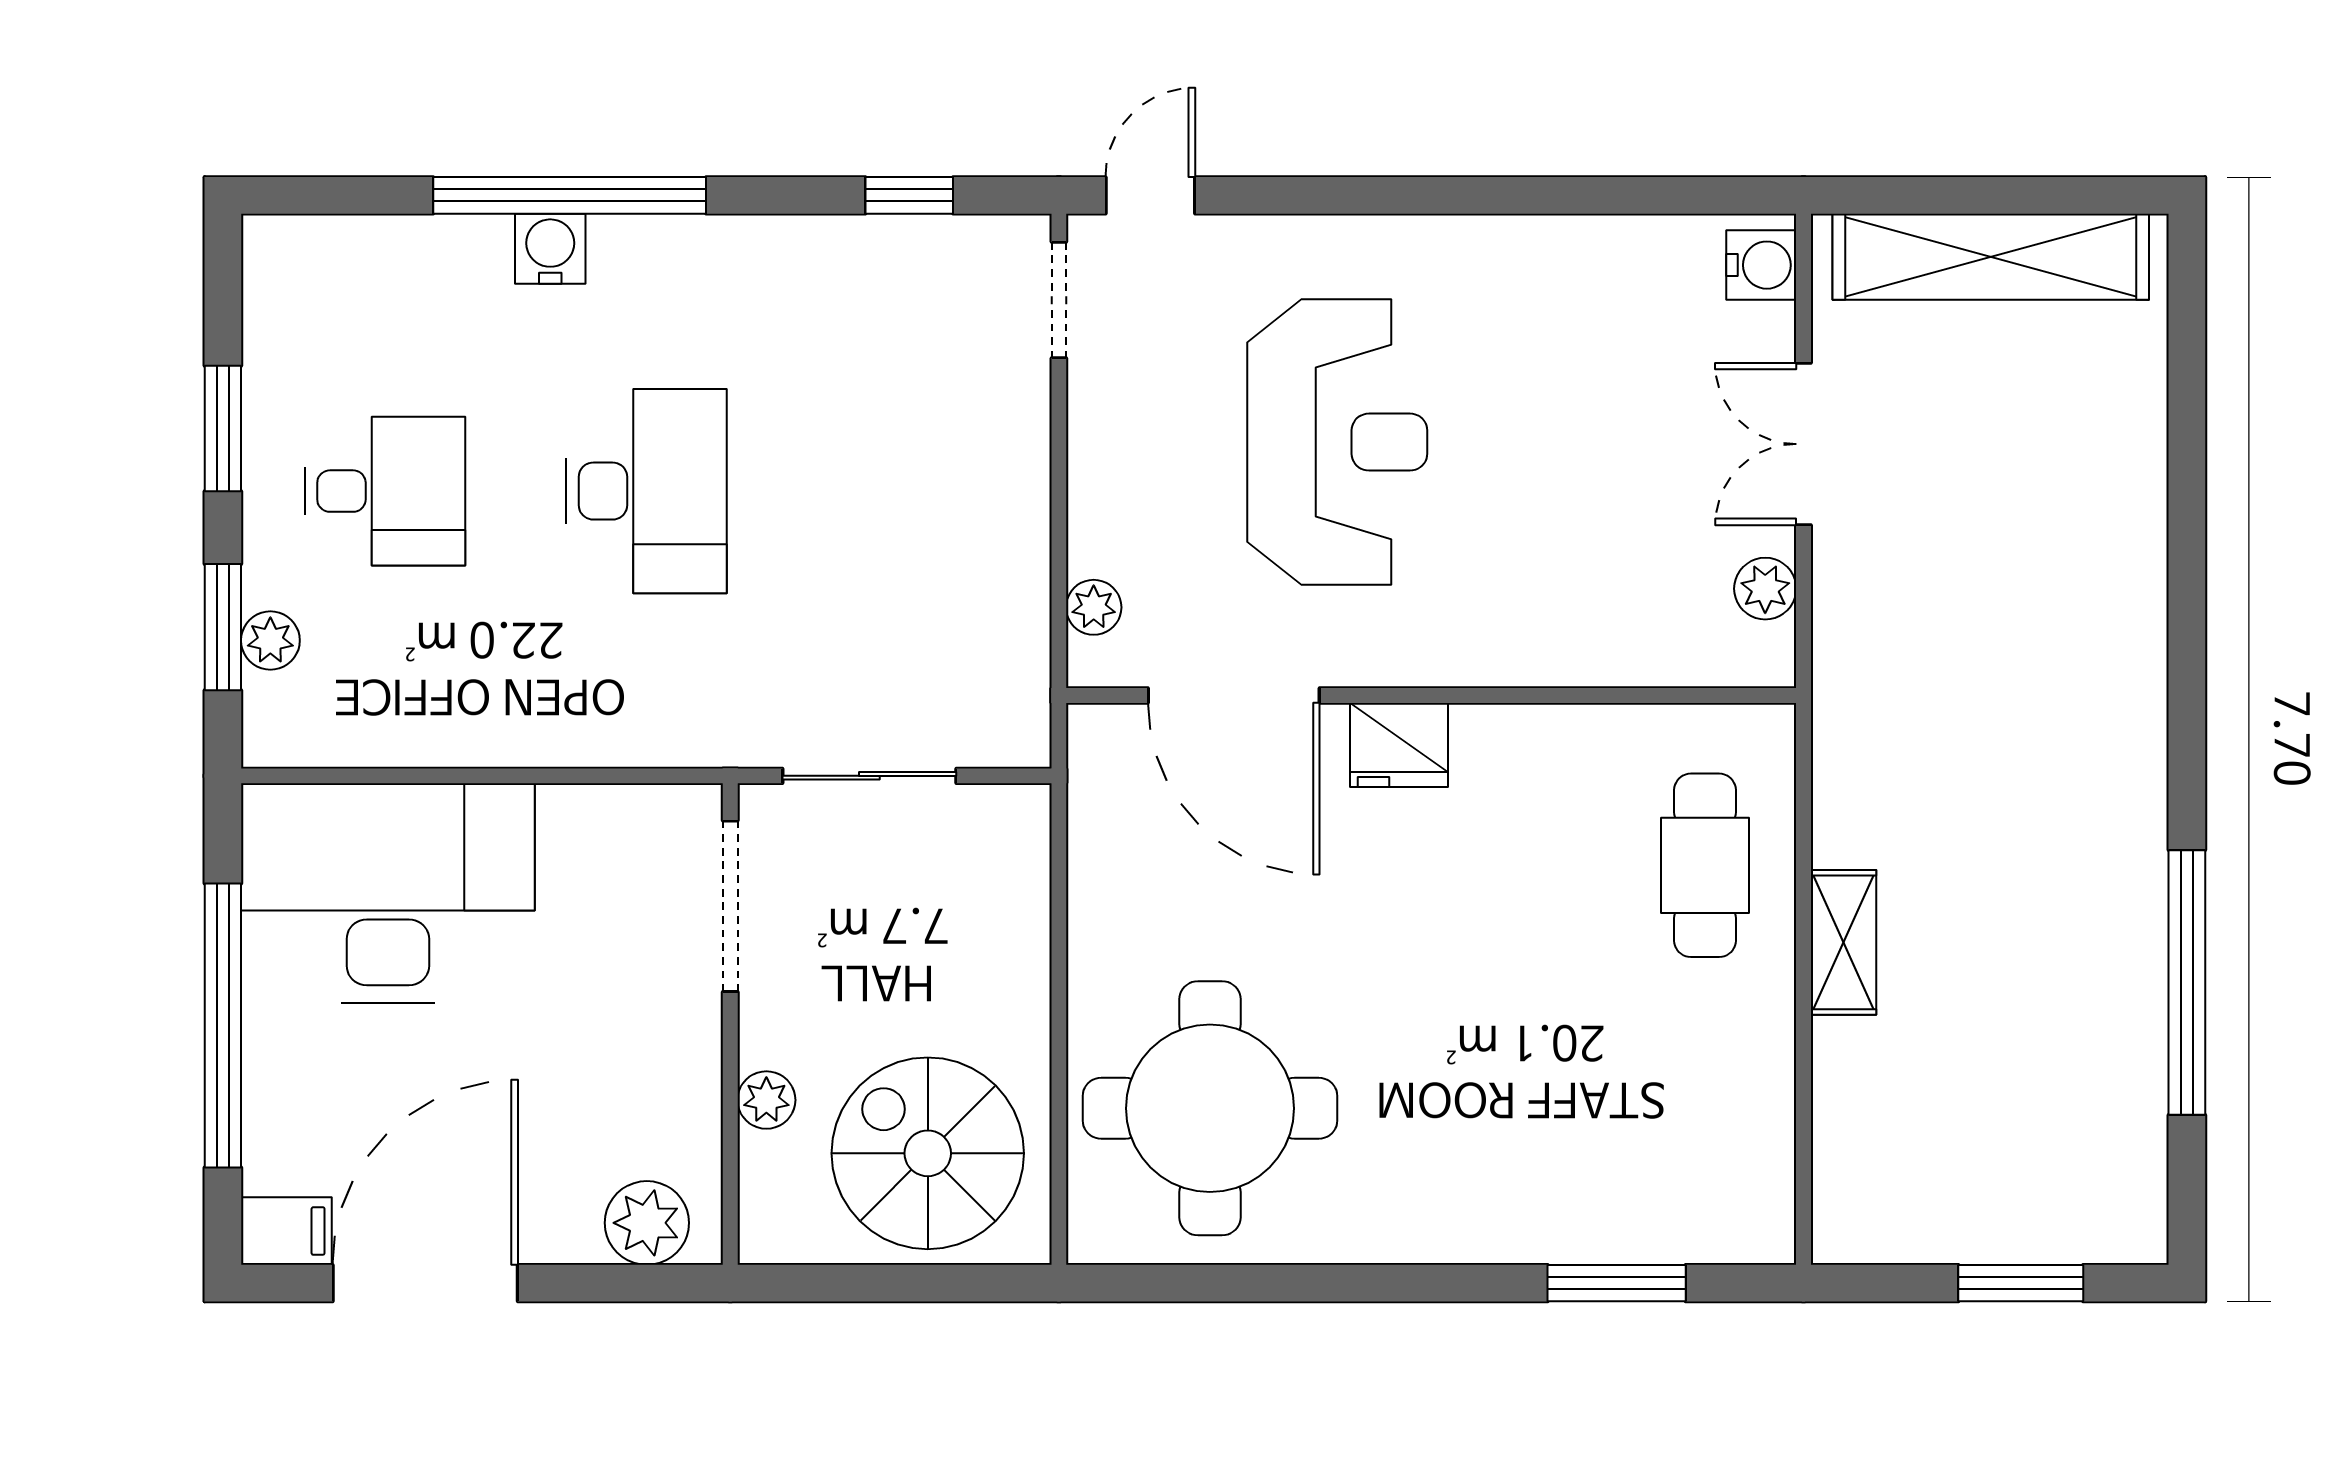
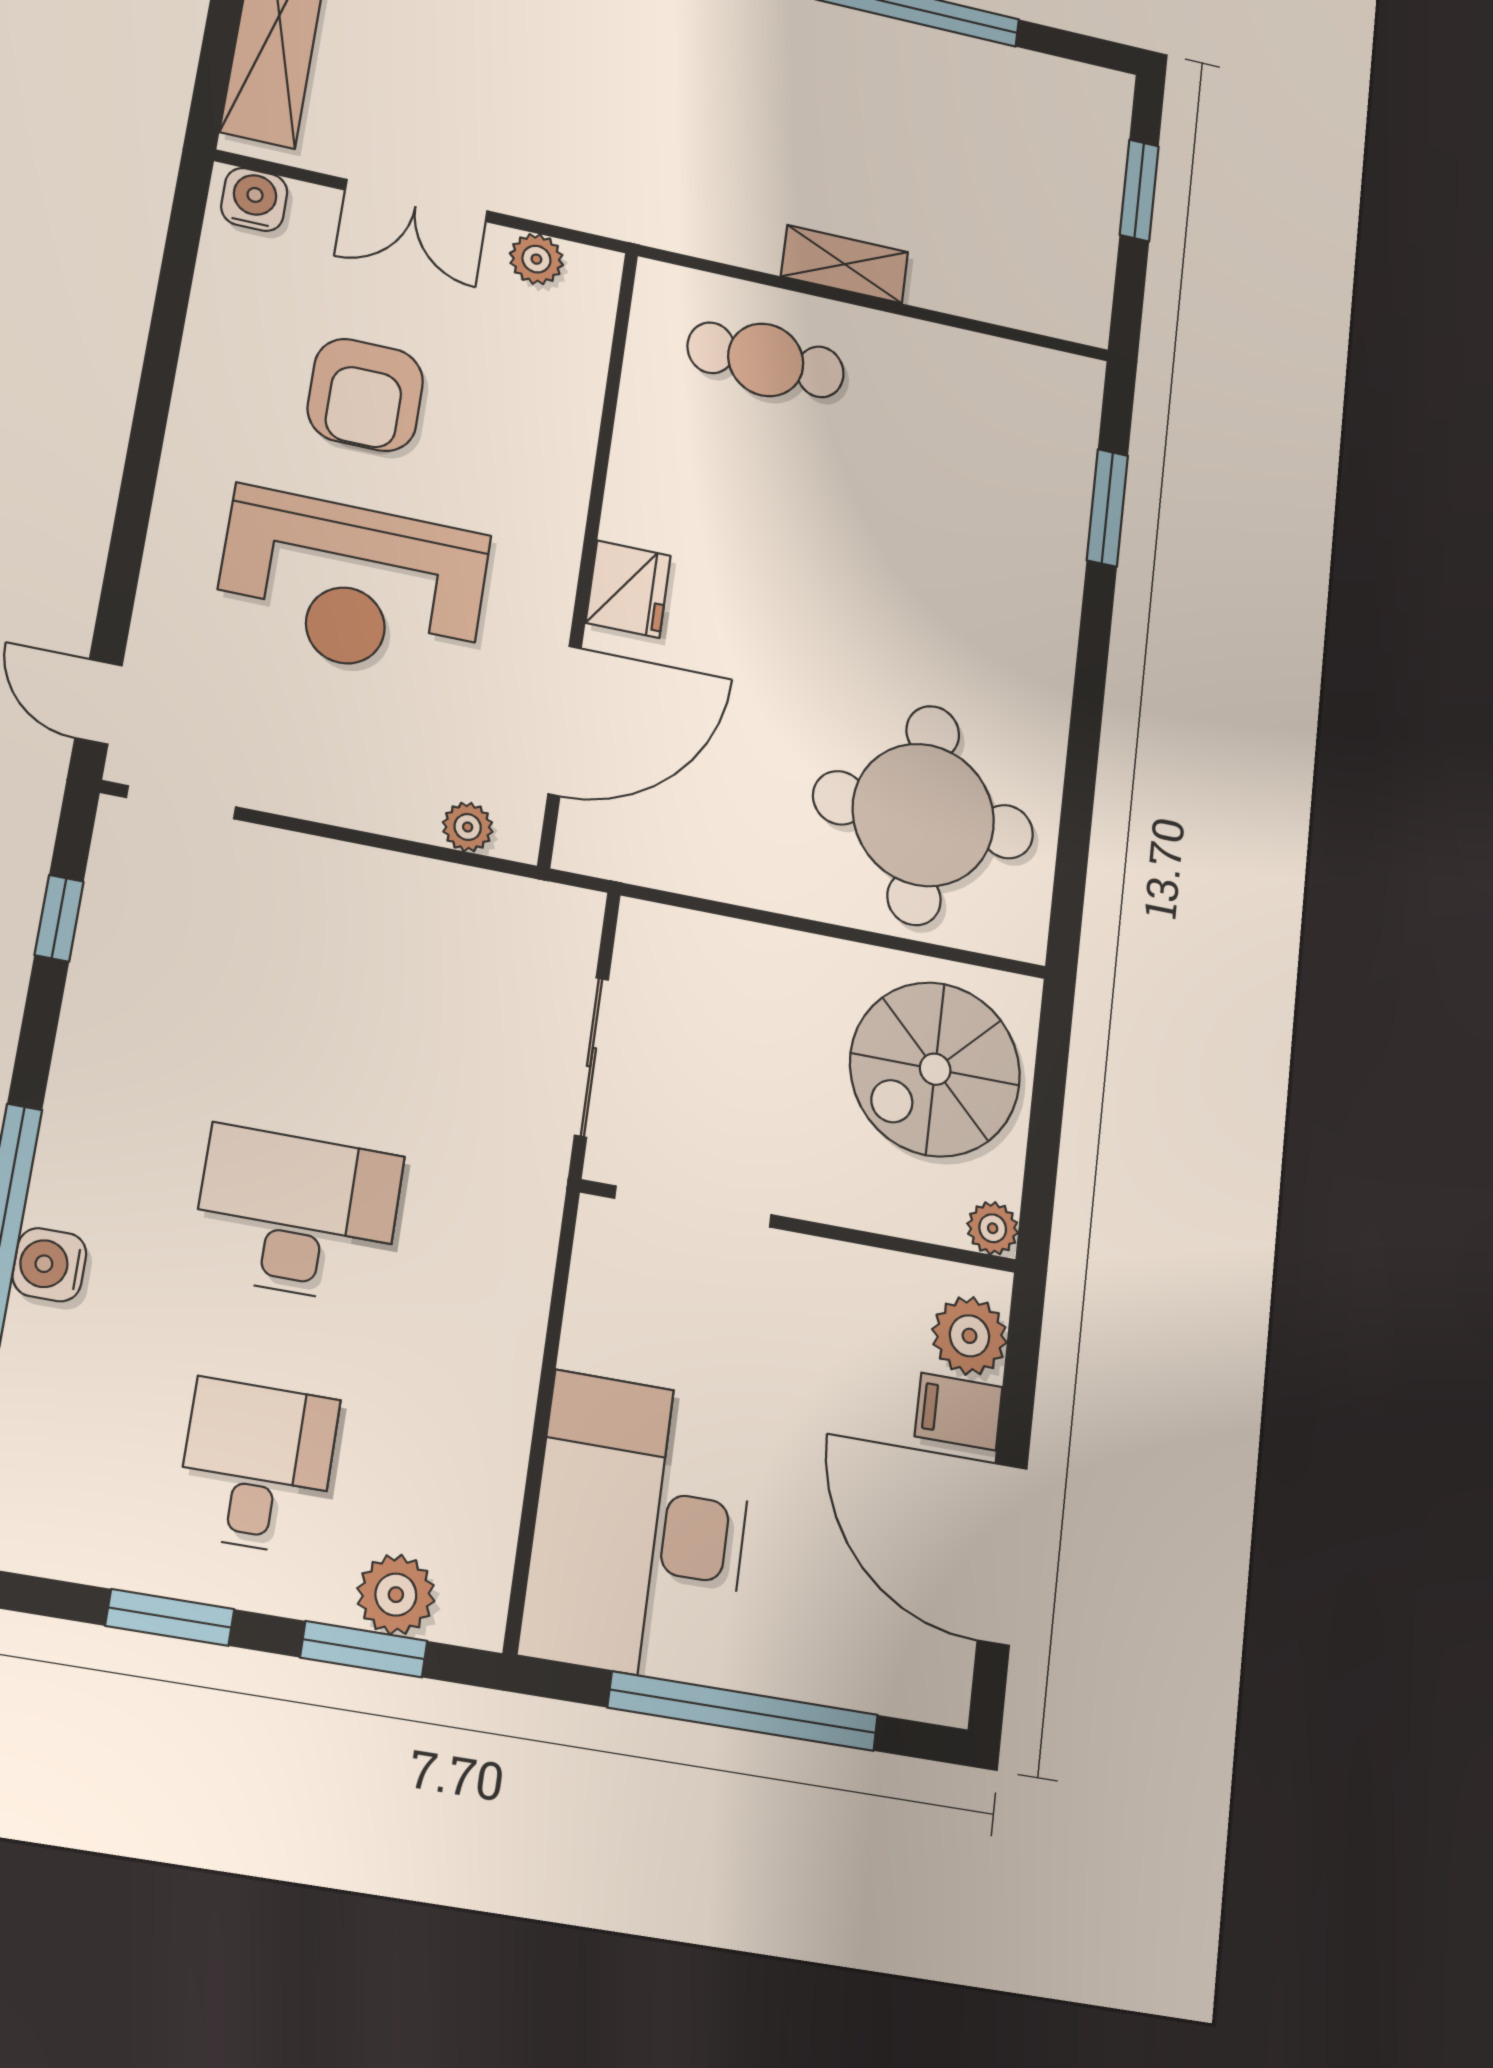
armchair: (1560, 423) -> (365, 395), added
reception desk: (1337, 442) -> (352, 585), turned 180
plant: (270, 640) -> (396, 1595), width x1.38, depth x1.38
plant: (766, 1100) -> (993, 1228), moved
filing cabinet: (286, 1231) -> (959, 1412), moved, turned -90

